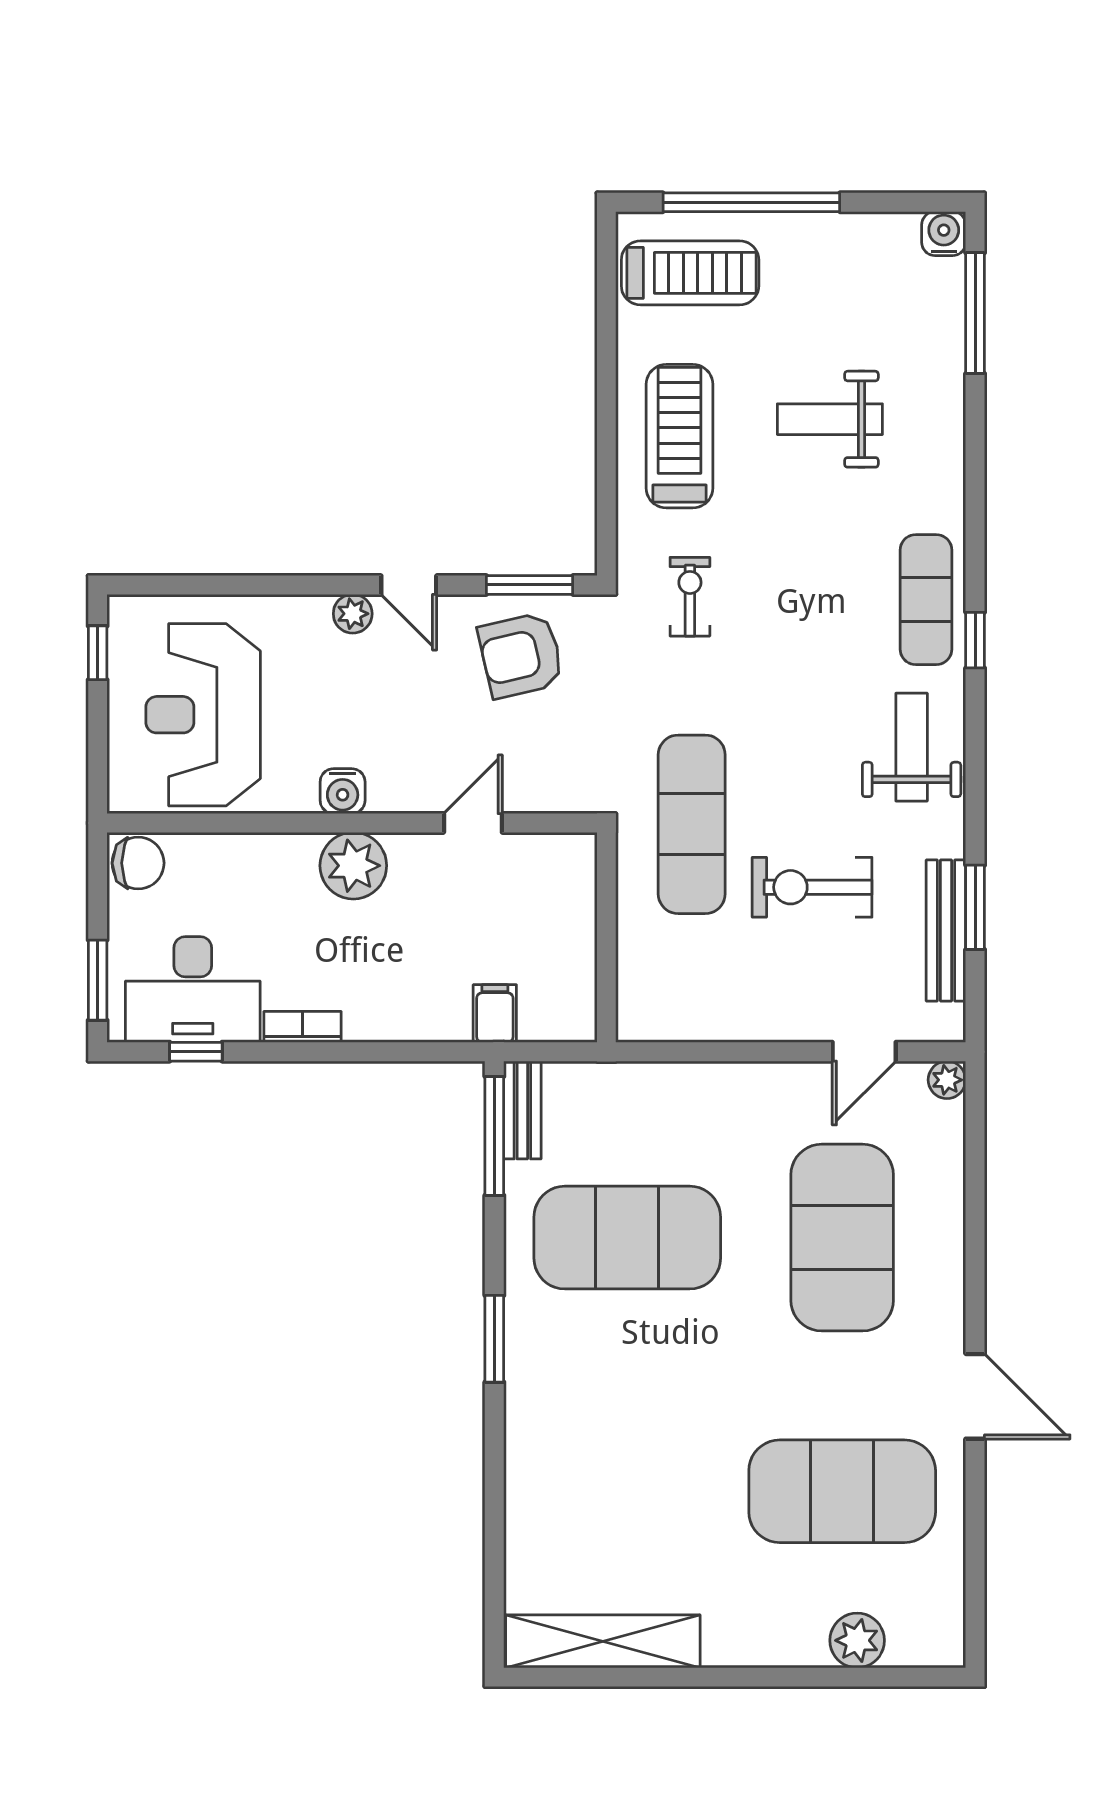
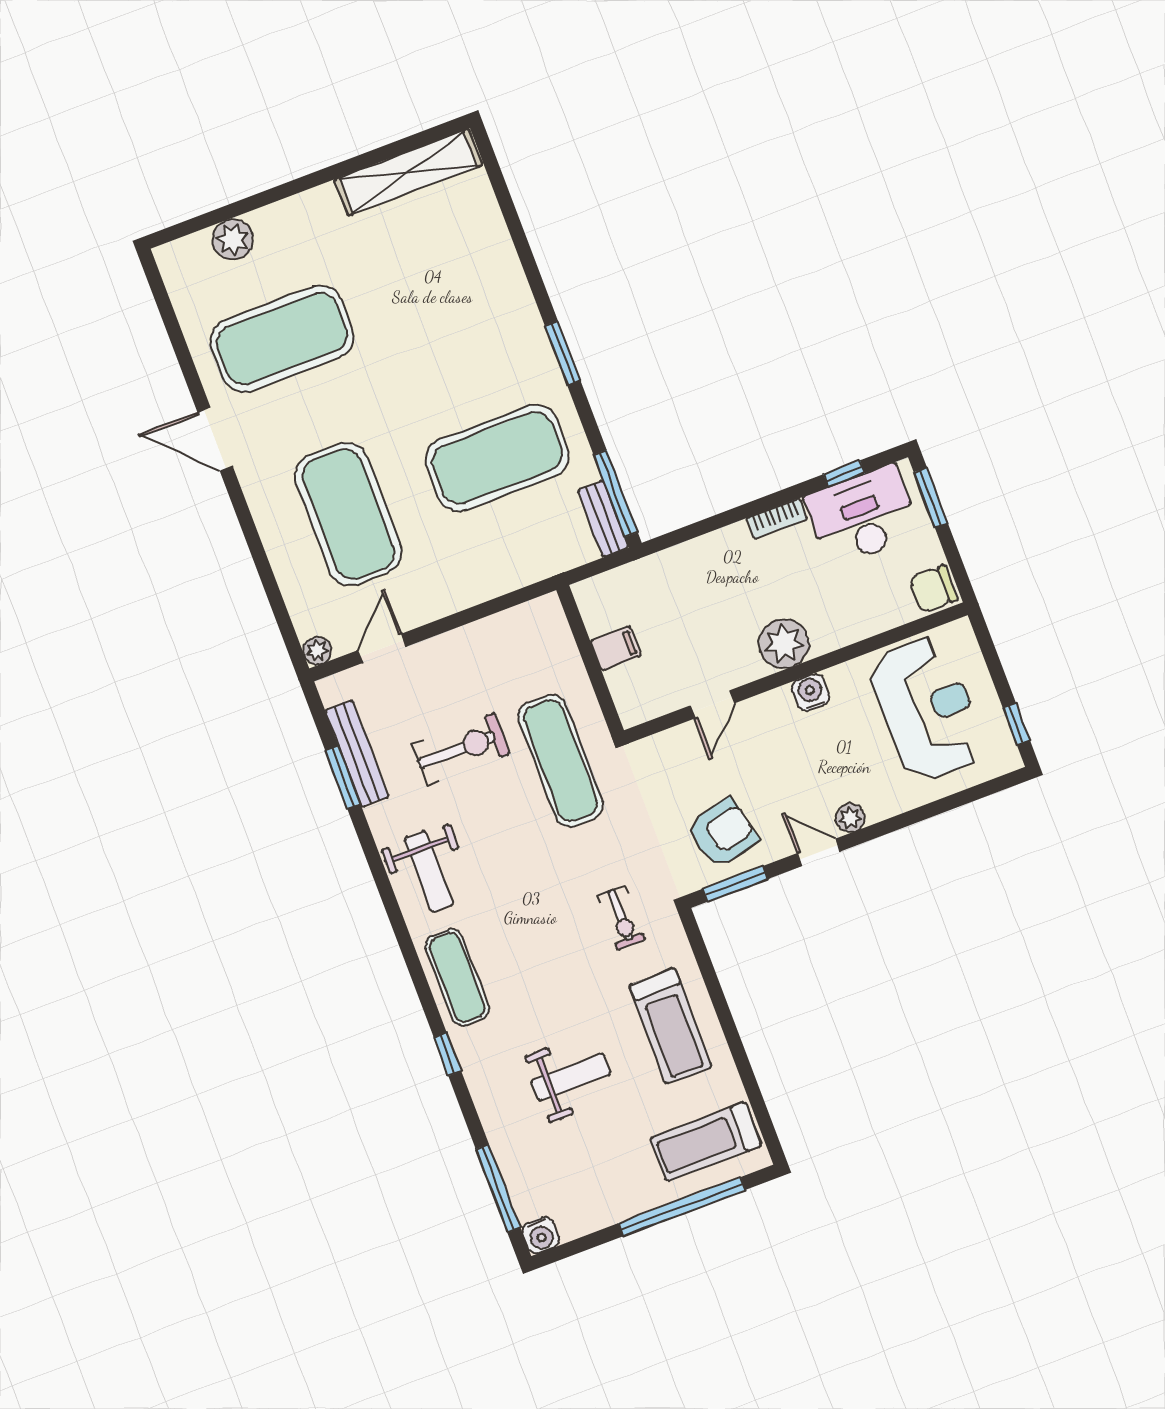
window: (975, 640) -> (447, 1054), moved
filing cabinet: (495, 1014) -> (616, 648), moved, turned -90

